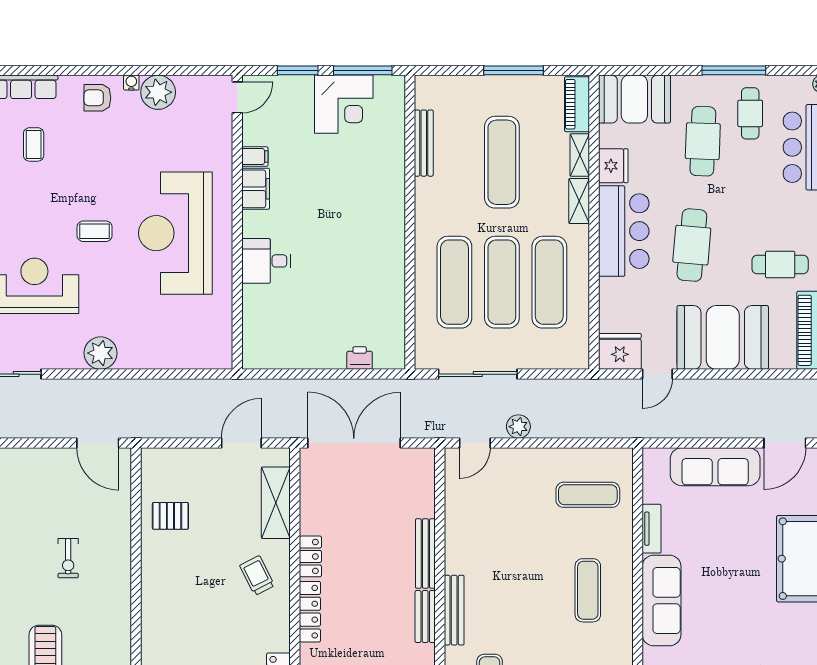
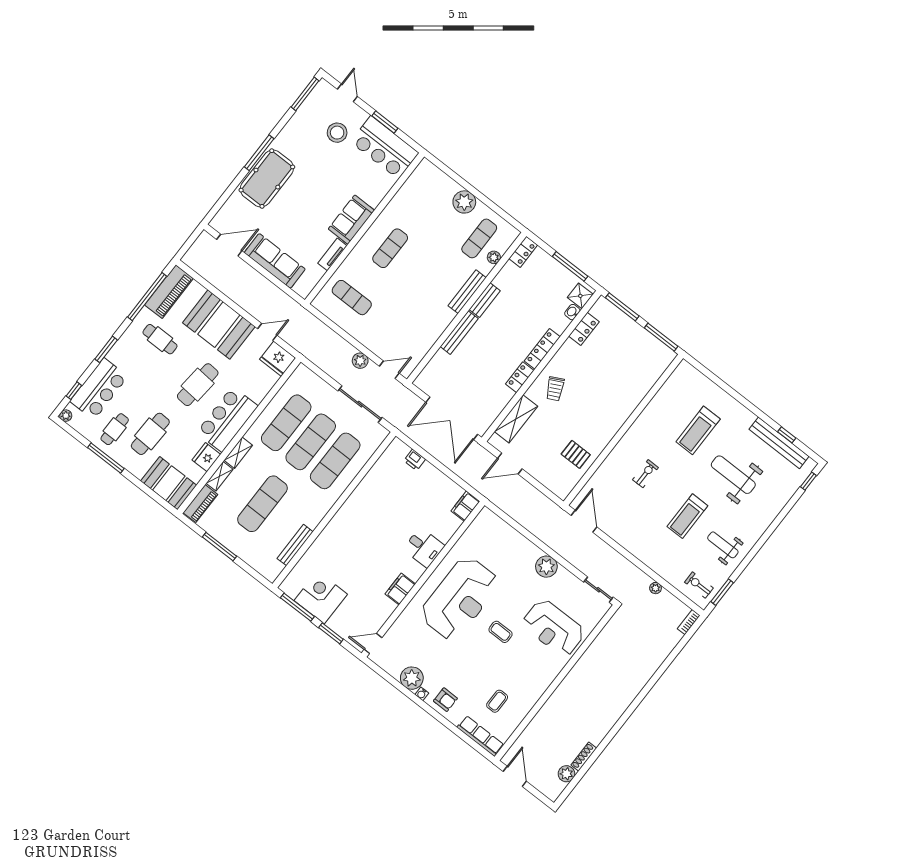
filing cabinet: (255, 157) -> (465, 506), moved, width x2.00
sofa: (662, 601) -> (351, 220), width x0.73

